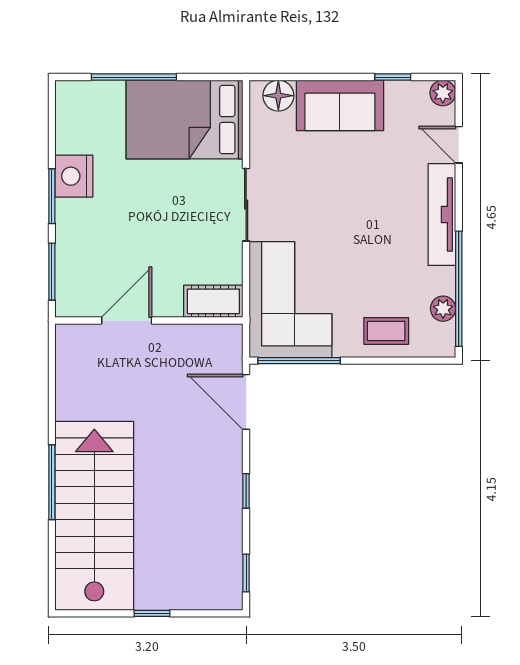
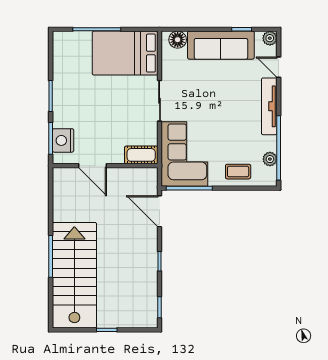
sofa: (340, 105) -> (221, 45), width x1.36
nightstand: (74, 176) -> (63, 140), moved
door: (127, 321) -> (93, 166), swing flipped

